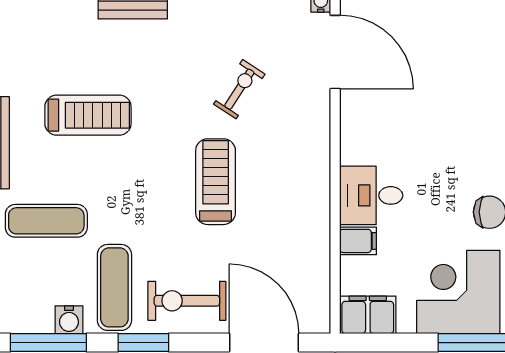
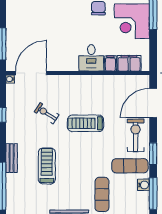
treadmill: (88, 115) -> (47, 166), moved
exercise bike: (187, 301) -> (136, 135), turned 180
filing cabinet: (368, 315) -> (129, 63), moved, turned 90

